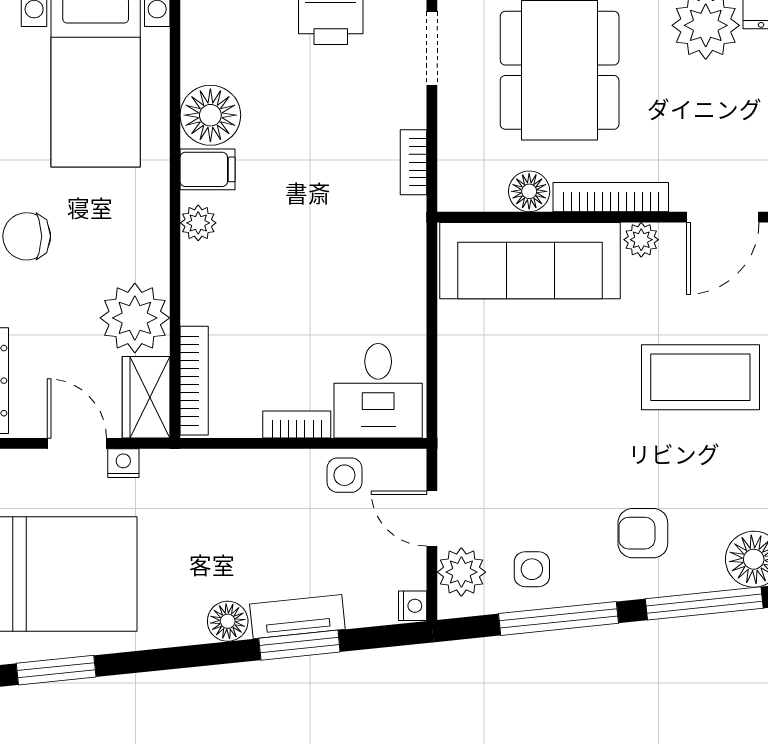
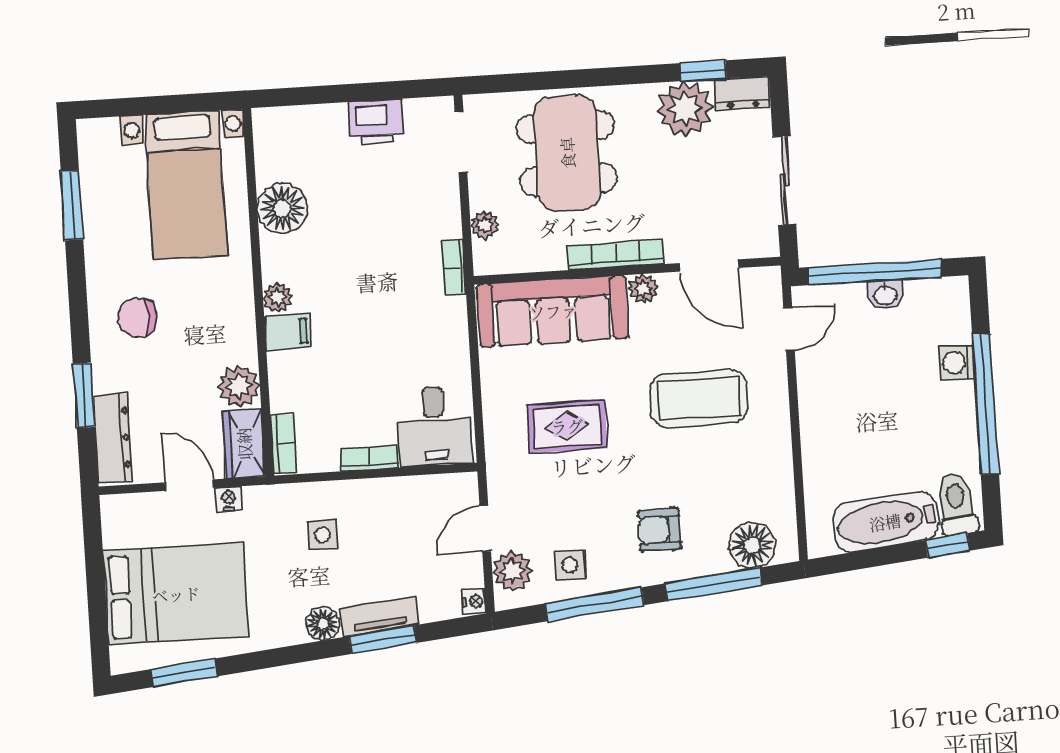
plant: (454, 151) -> (485, 225), added
bookcase: (414, 162) -> (454, 268), moved
filing cabinet: (208, 169) -> (288, 332), moved
floor lamp: (529, 191) -> (548, 254), removed
door: (723, 217) -> (709, 266), hinge flipped
plant: (135, 318) -> (239, 386), width x0.73, depth x0.73
bookcase: (194, 381) -> (284, 444), width x0.64
rug: (539, 401) -> (567, 426), added
side table: (344, 475) -> (323, 535), moved
door: (432, 518) -> (485, 529), hinge flipped

